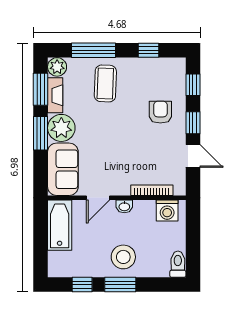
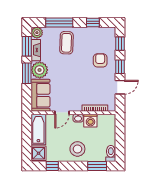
door: (193, 156) -> (120, 87), hinge flipped
washing machine: (167, 211) -> (90, 121), moved
shower: (60, 264) -> (39, 153), added
window: (120, 285) -> (97, 166), moved

